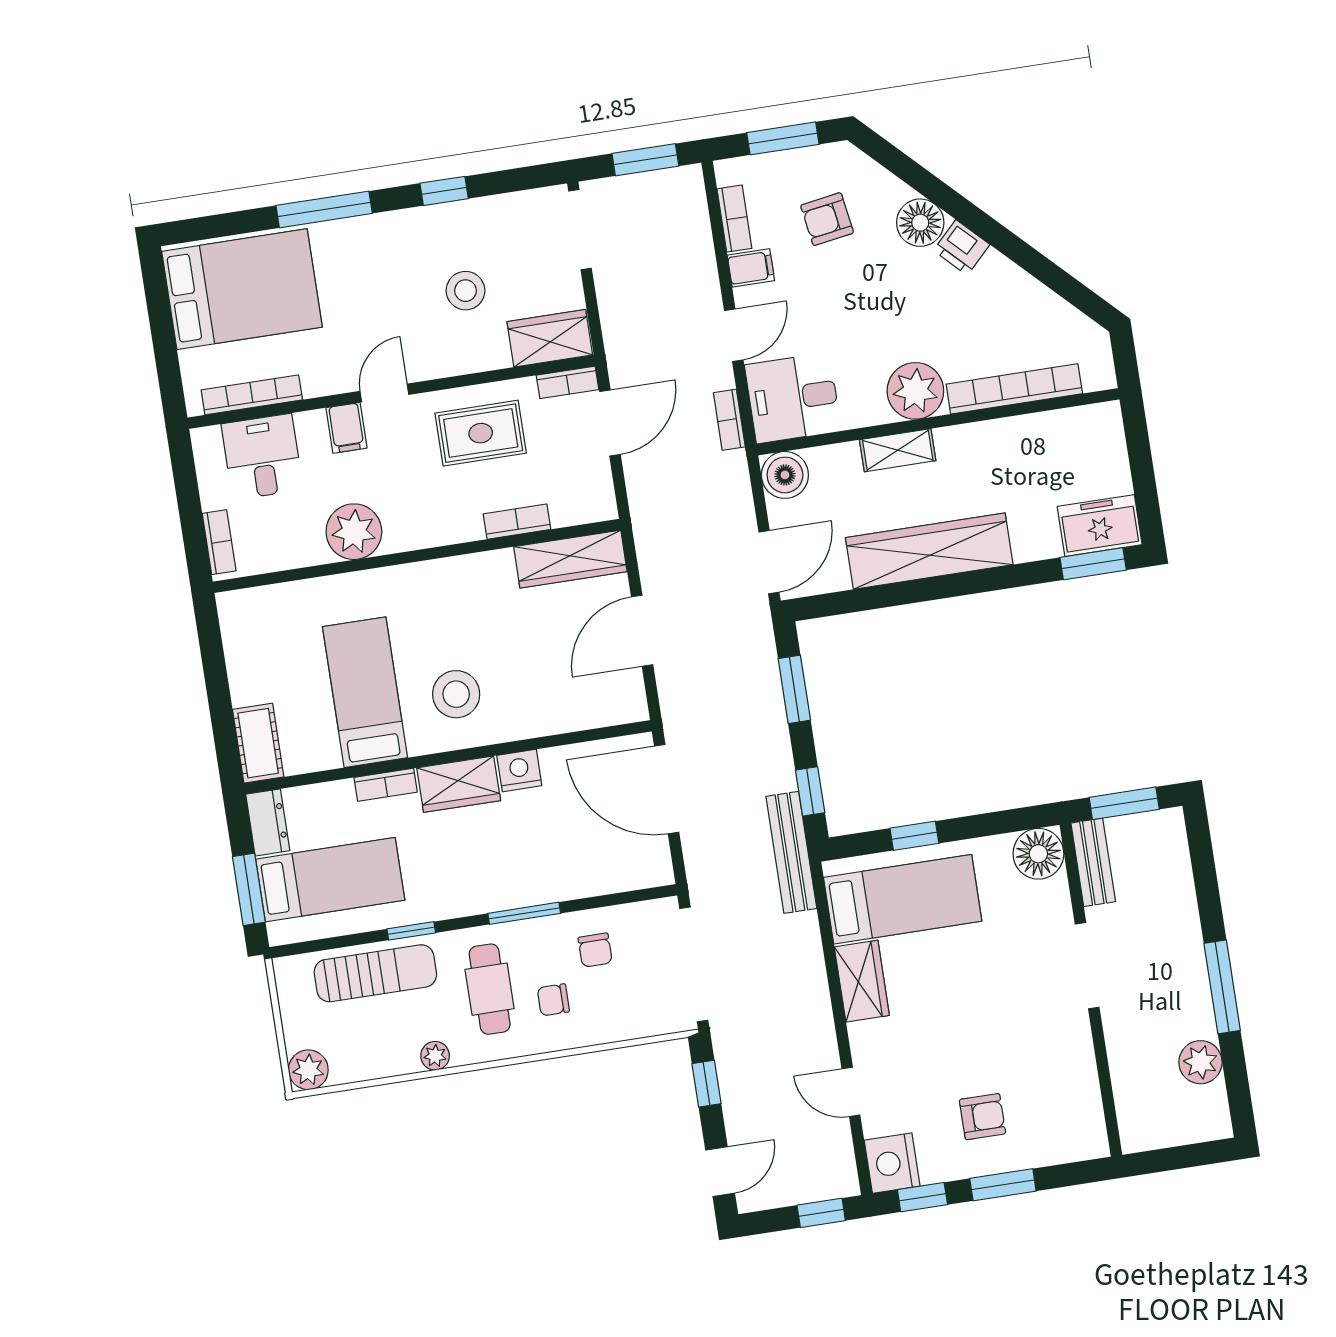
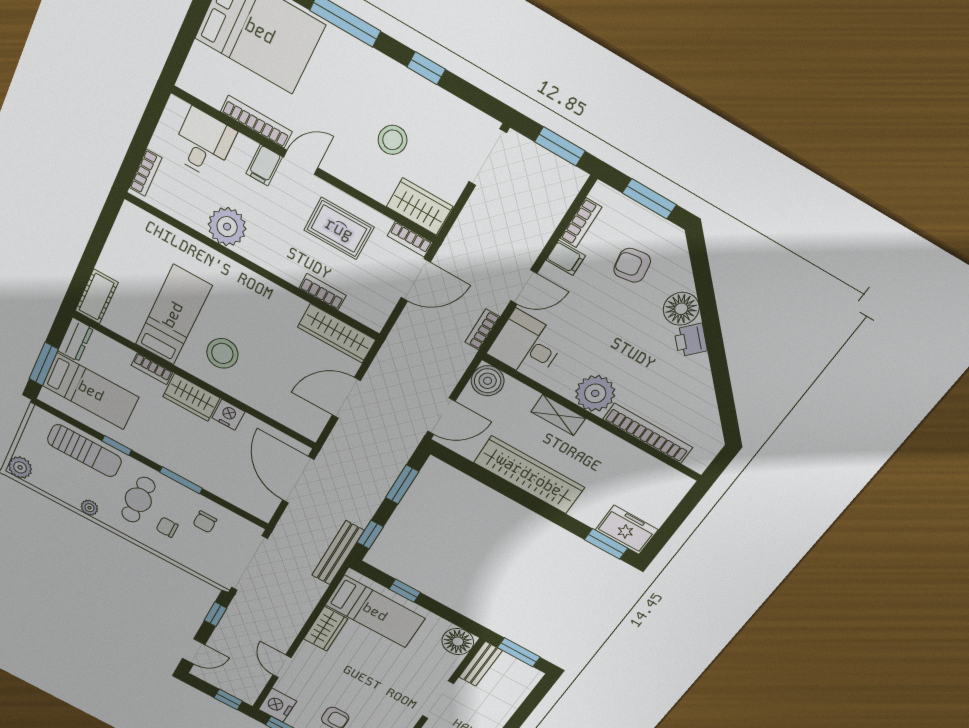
bookcase: (252, 395) -> (256, 122), moved

